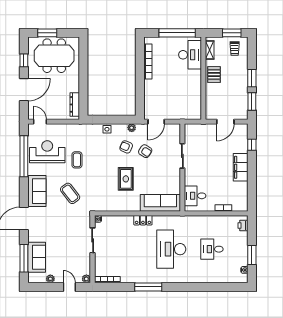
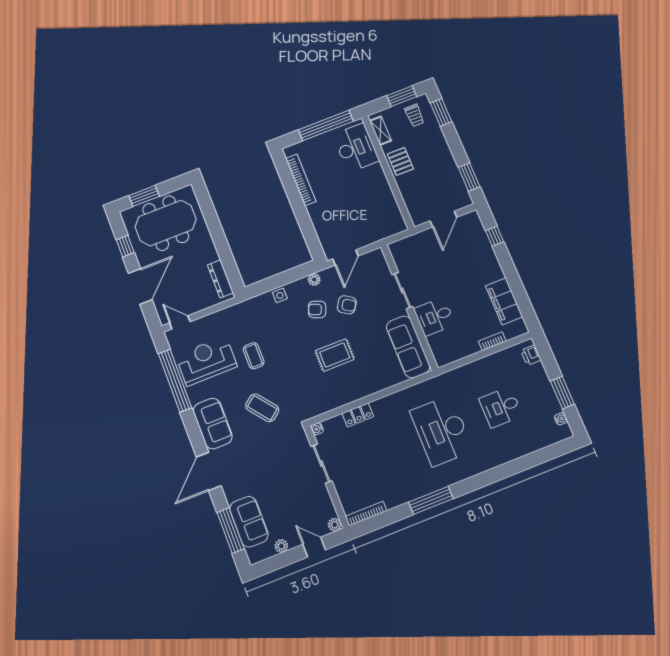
window: (252, 78) -> (441, 112), moved
filing cabinet: (241, 167) -> (504, 301), moved
rug: (126, 179) -> (335, 355), turned 90
desk: (195, 196) -> (434, 317), moved
sofa: (160, 203) -> (408, 347), moved, turned -90
locker: (143, 220) -> (358, 415), moved

